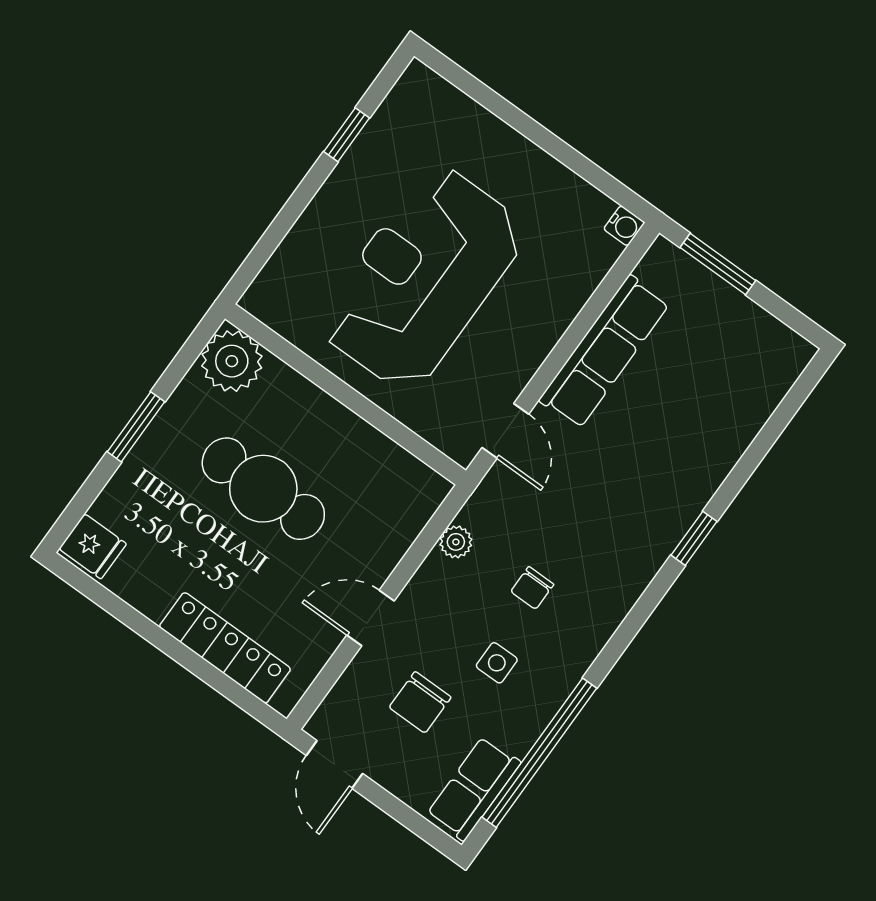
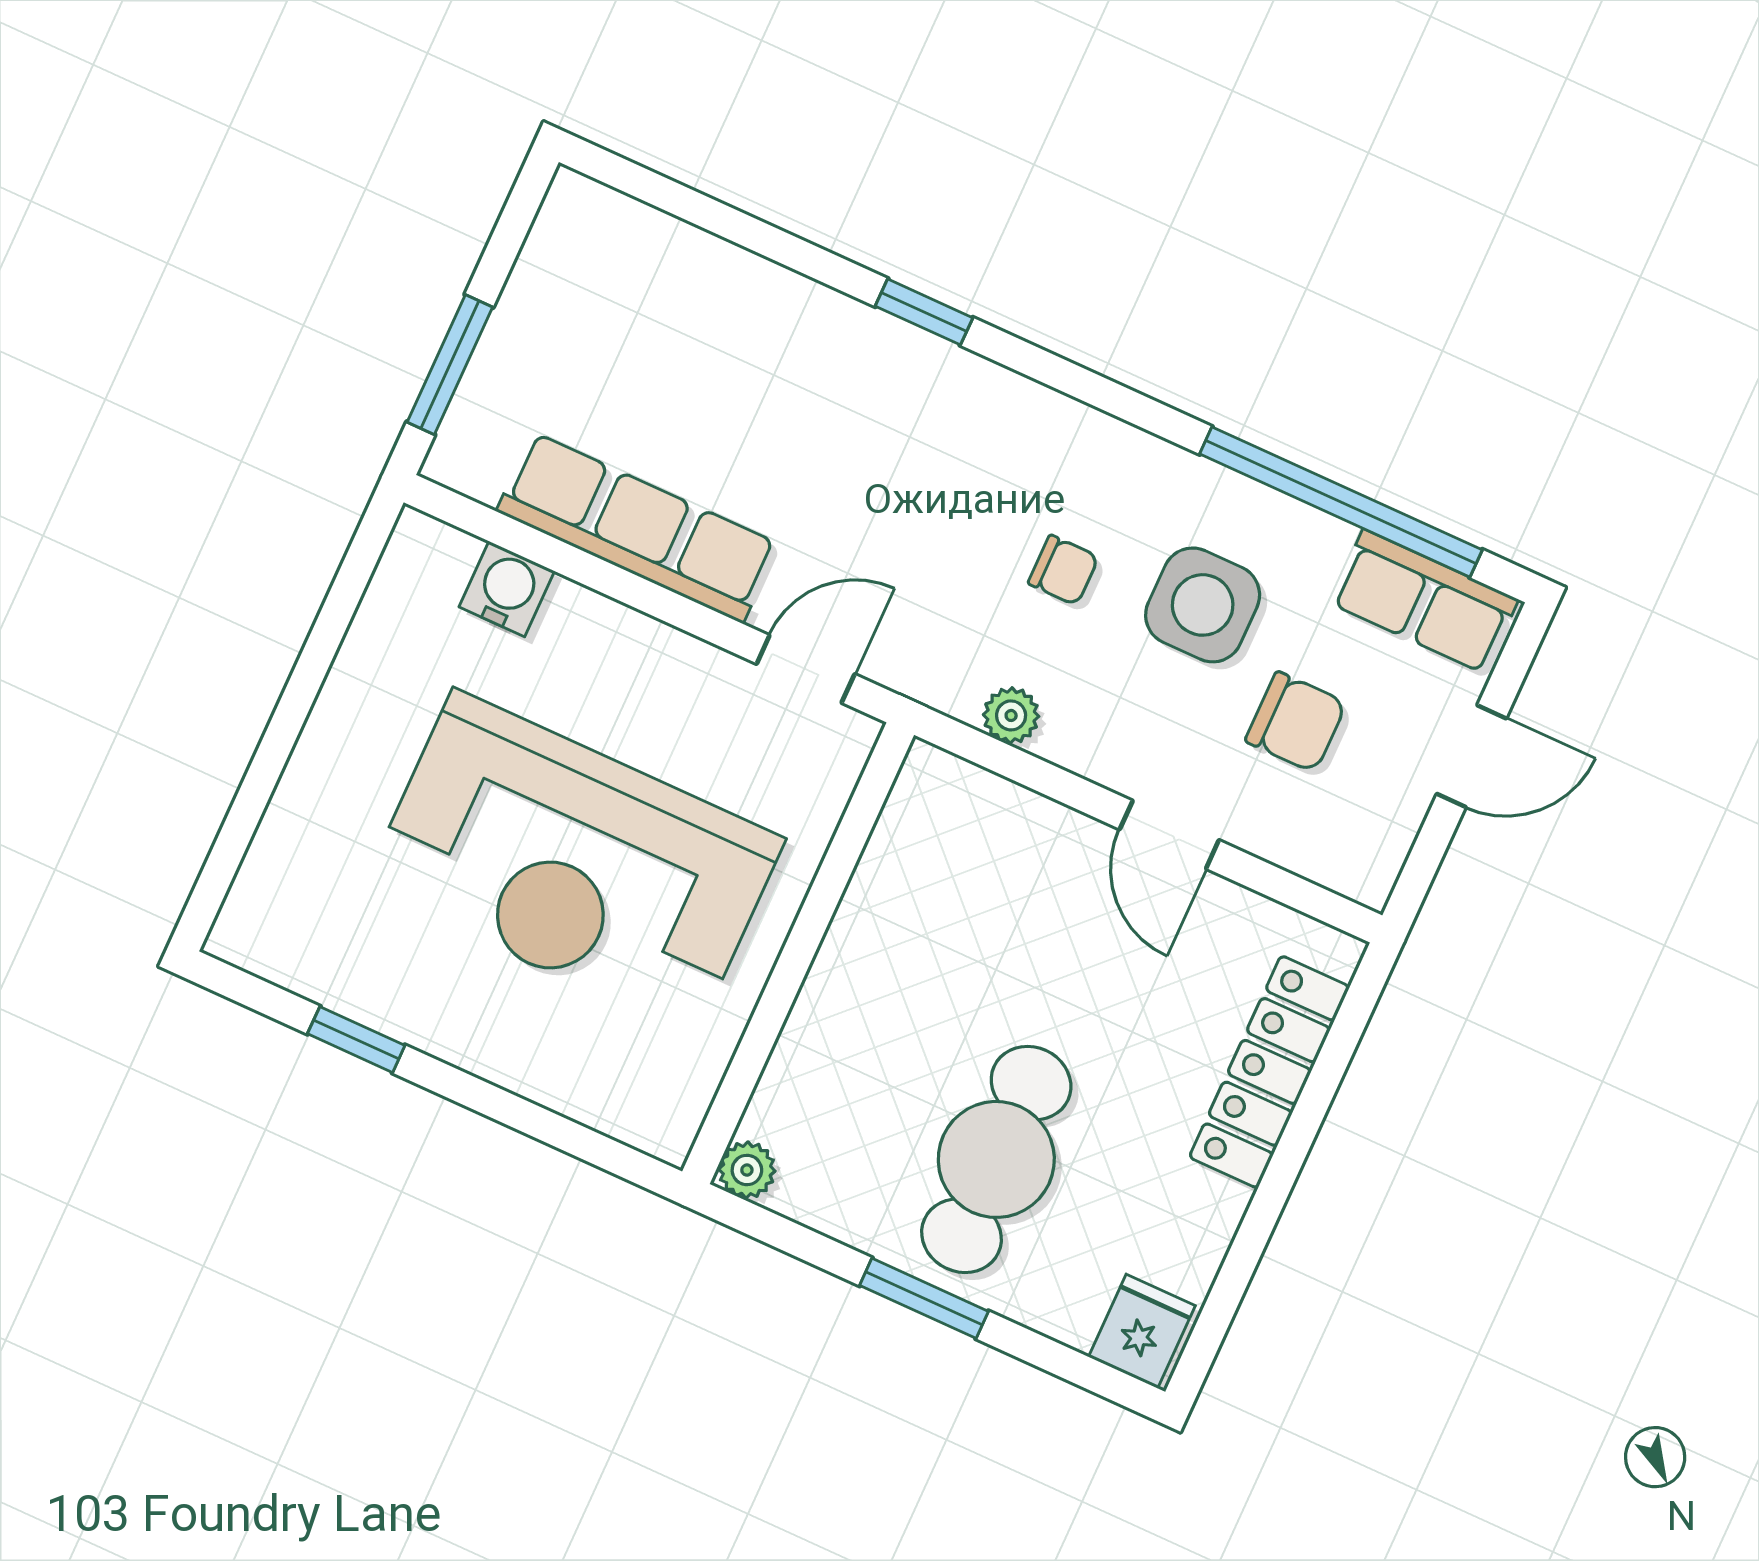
water cooler: (624, 226) -> (507, 589), moved, width x1.38, depth x1.38
plant: (232, 361) -> (747, 1170), width x0.53, depth x0.53
cafe table: (263, 489) -> (996, 1159), moved
side table: (497, 663) -> (1203, 605), width x1.87, depth x1.87
door: (335, 764) -> (1472, 756), moved

